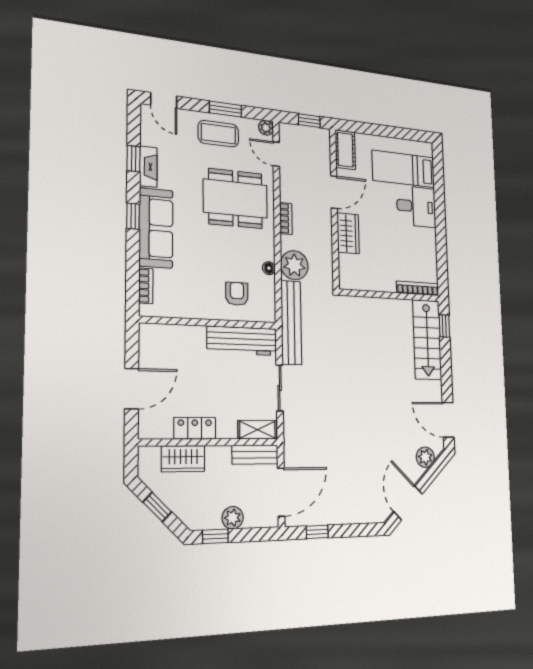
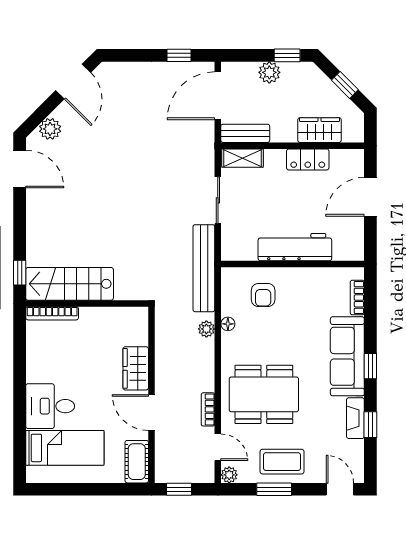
door: (334, 192) -> (151, 413), hinge flipped
bookcase: (286, 219) -> (208, 409), moved
plant: (294, 265) -> (206, 329), width x0.53, depth x0.53
stairs: (427, 340) -> (70, 284), moved, turned -90
workbench: (242, 341) -> (295, 247), moved

